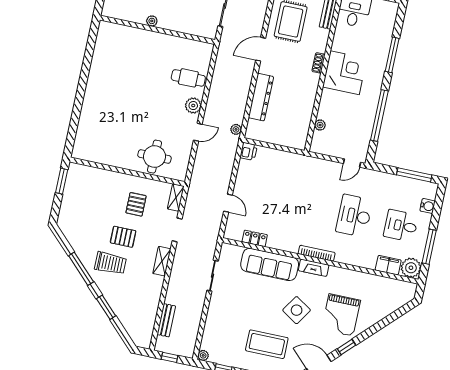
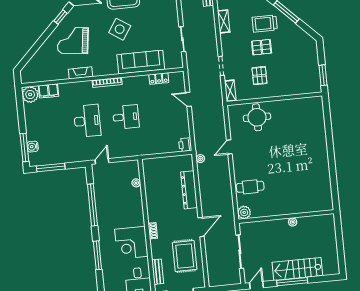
corner desk: (345, 73) -> (131, 243), moved
plant: (193, 106) -> (244, 212), moved
desk: (401, 226) -> (126, 117), moved
window: (429, 247) -> (24, 147), moved
shelving: (162, 261) -> (224, 21), moved
fireplace: (314, 268) -> (80, 73), moved
side table: (297, 310) -> (120, 29), moved
grand piano: (341, 315) -> (73, 40), turned -83

